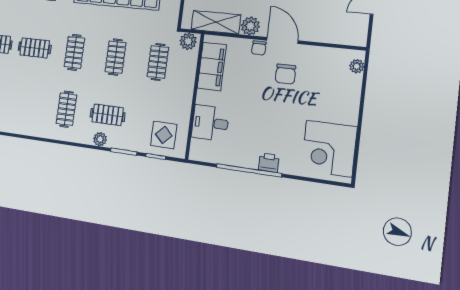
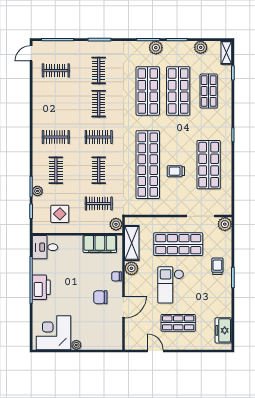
door: (282, 40) -> (123, 307), moved
clothes rail: (115, 57) -> (99, 170), turned 90
plant: (357, 66) -> (76, 345), moved
desk: (210, 123) -> (45, 247), moved, turned -90
display table: (164, 135) -> (60, 214), moved
plant: (100, 139) -> (37, 191), moved
printer: (269, 163) -> (41, 287), width x1.87, depth x1.48

